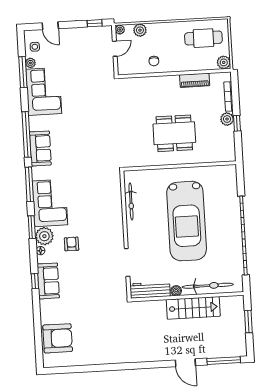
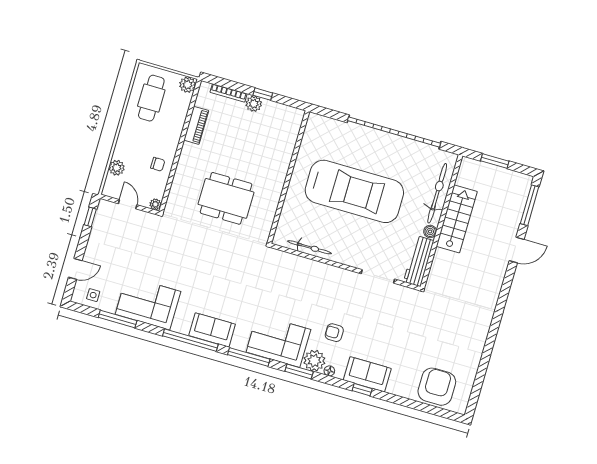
plant: (120, 30) -> (155, 204), moved
plant: (30, 63) -> (110, 307), removed
dining table: (174, 133) -> (226, 198), moved, turned 90

